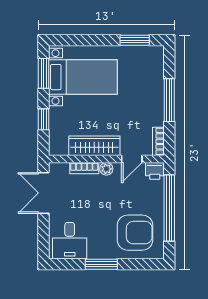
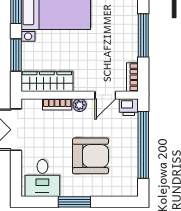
window: (44, 119) -> (16, 55), width x1.50
wardrobe: (94, 146) -> (47, 82), moved
armchair: (135, 233) -> (90, 156), moved

